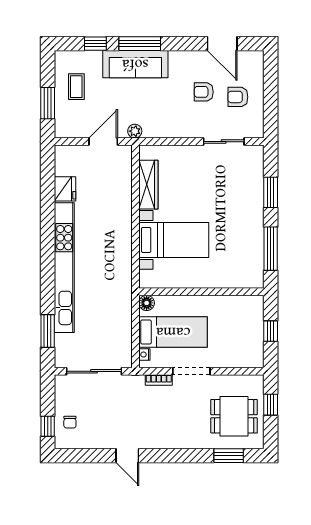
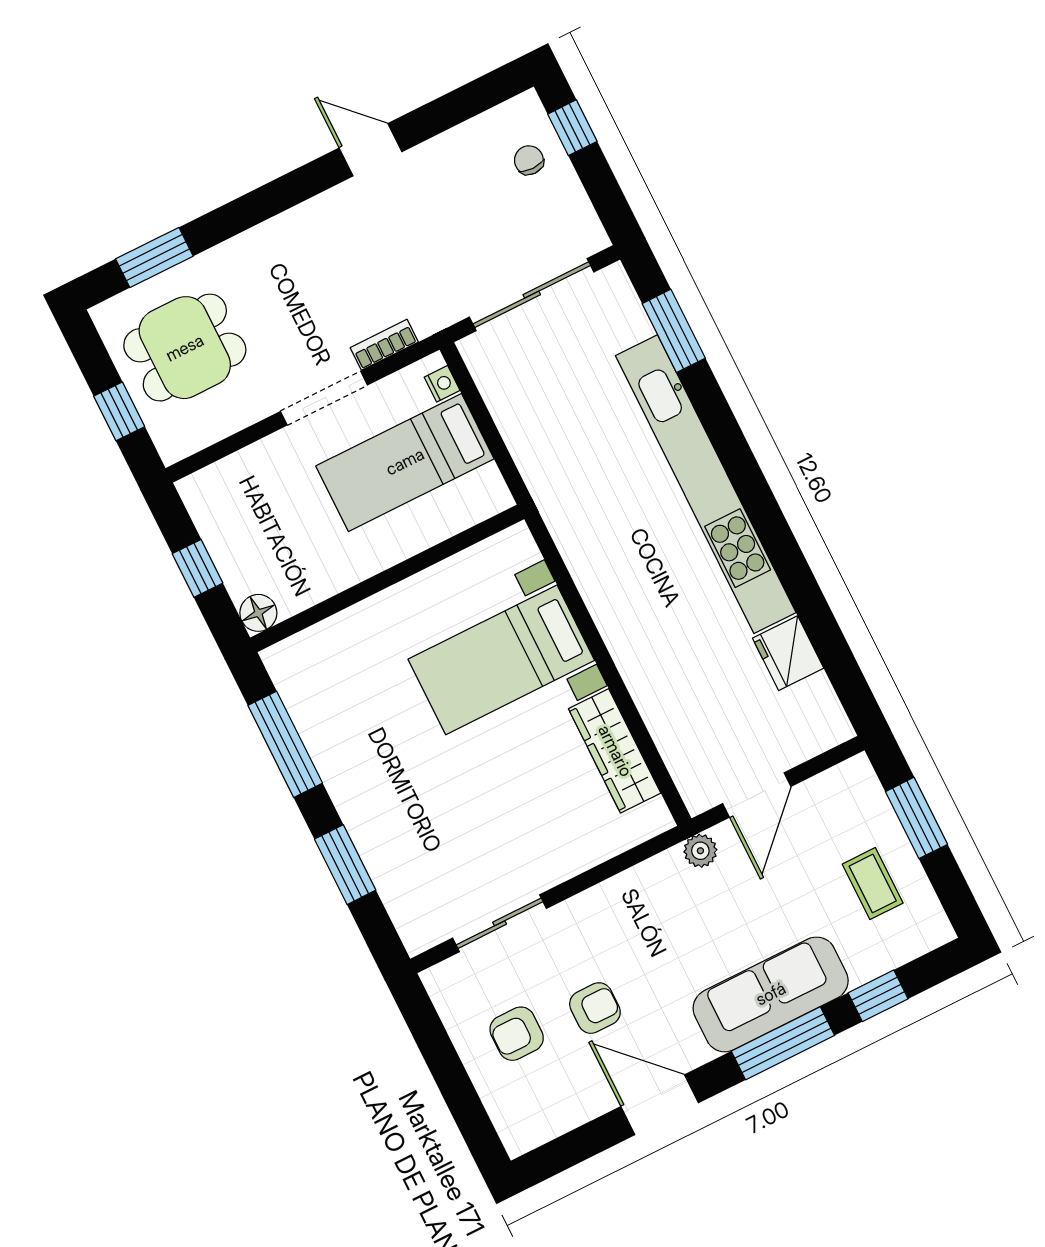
door: (222, 44) -> (660, 1105), moved
armchair: (238, 97) -> (517, 1034), turned 180
floor lamp: (147, 303) -> (258, 613), moved

